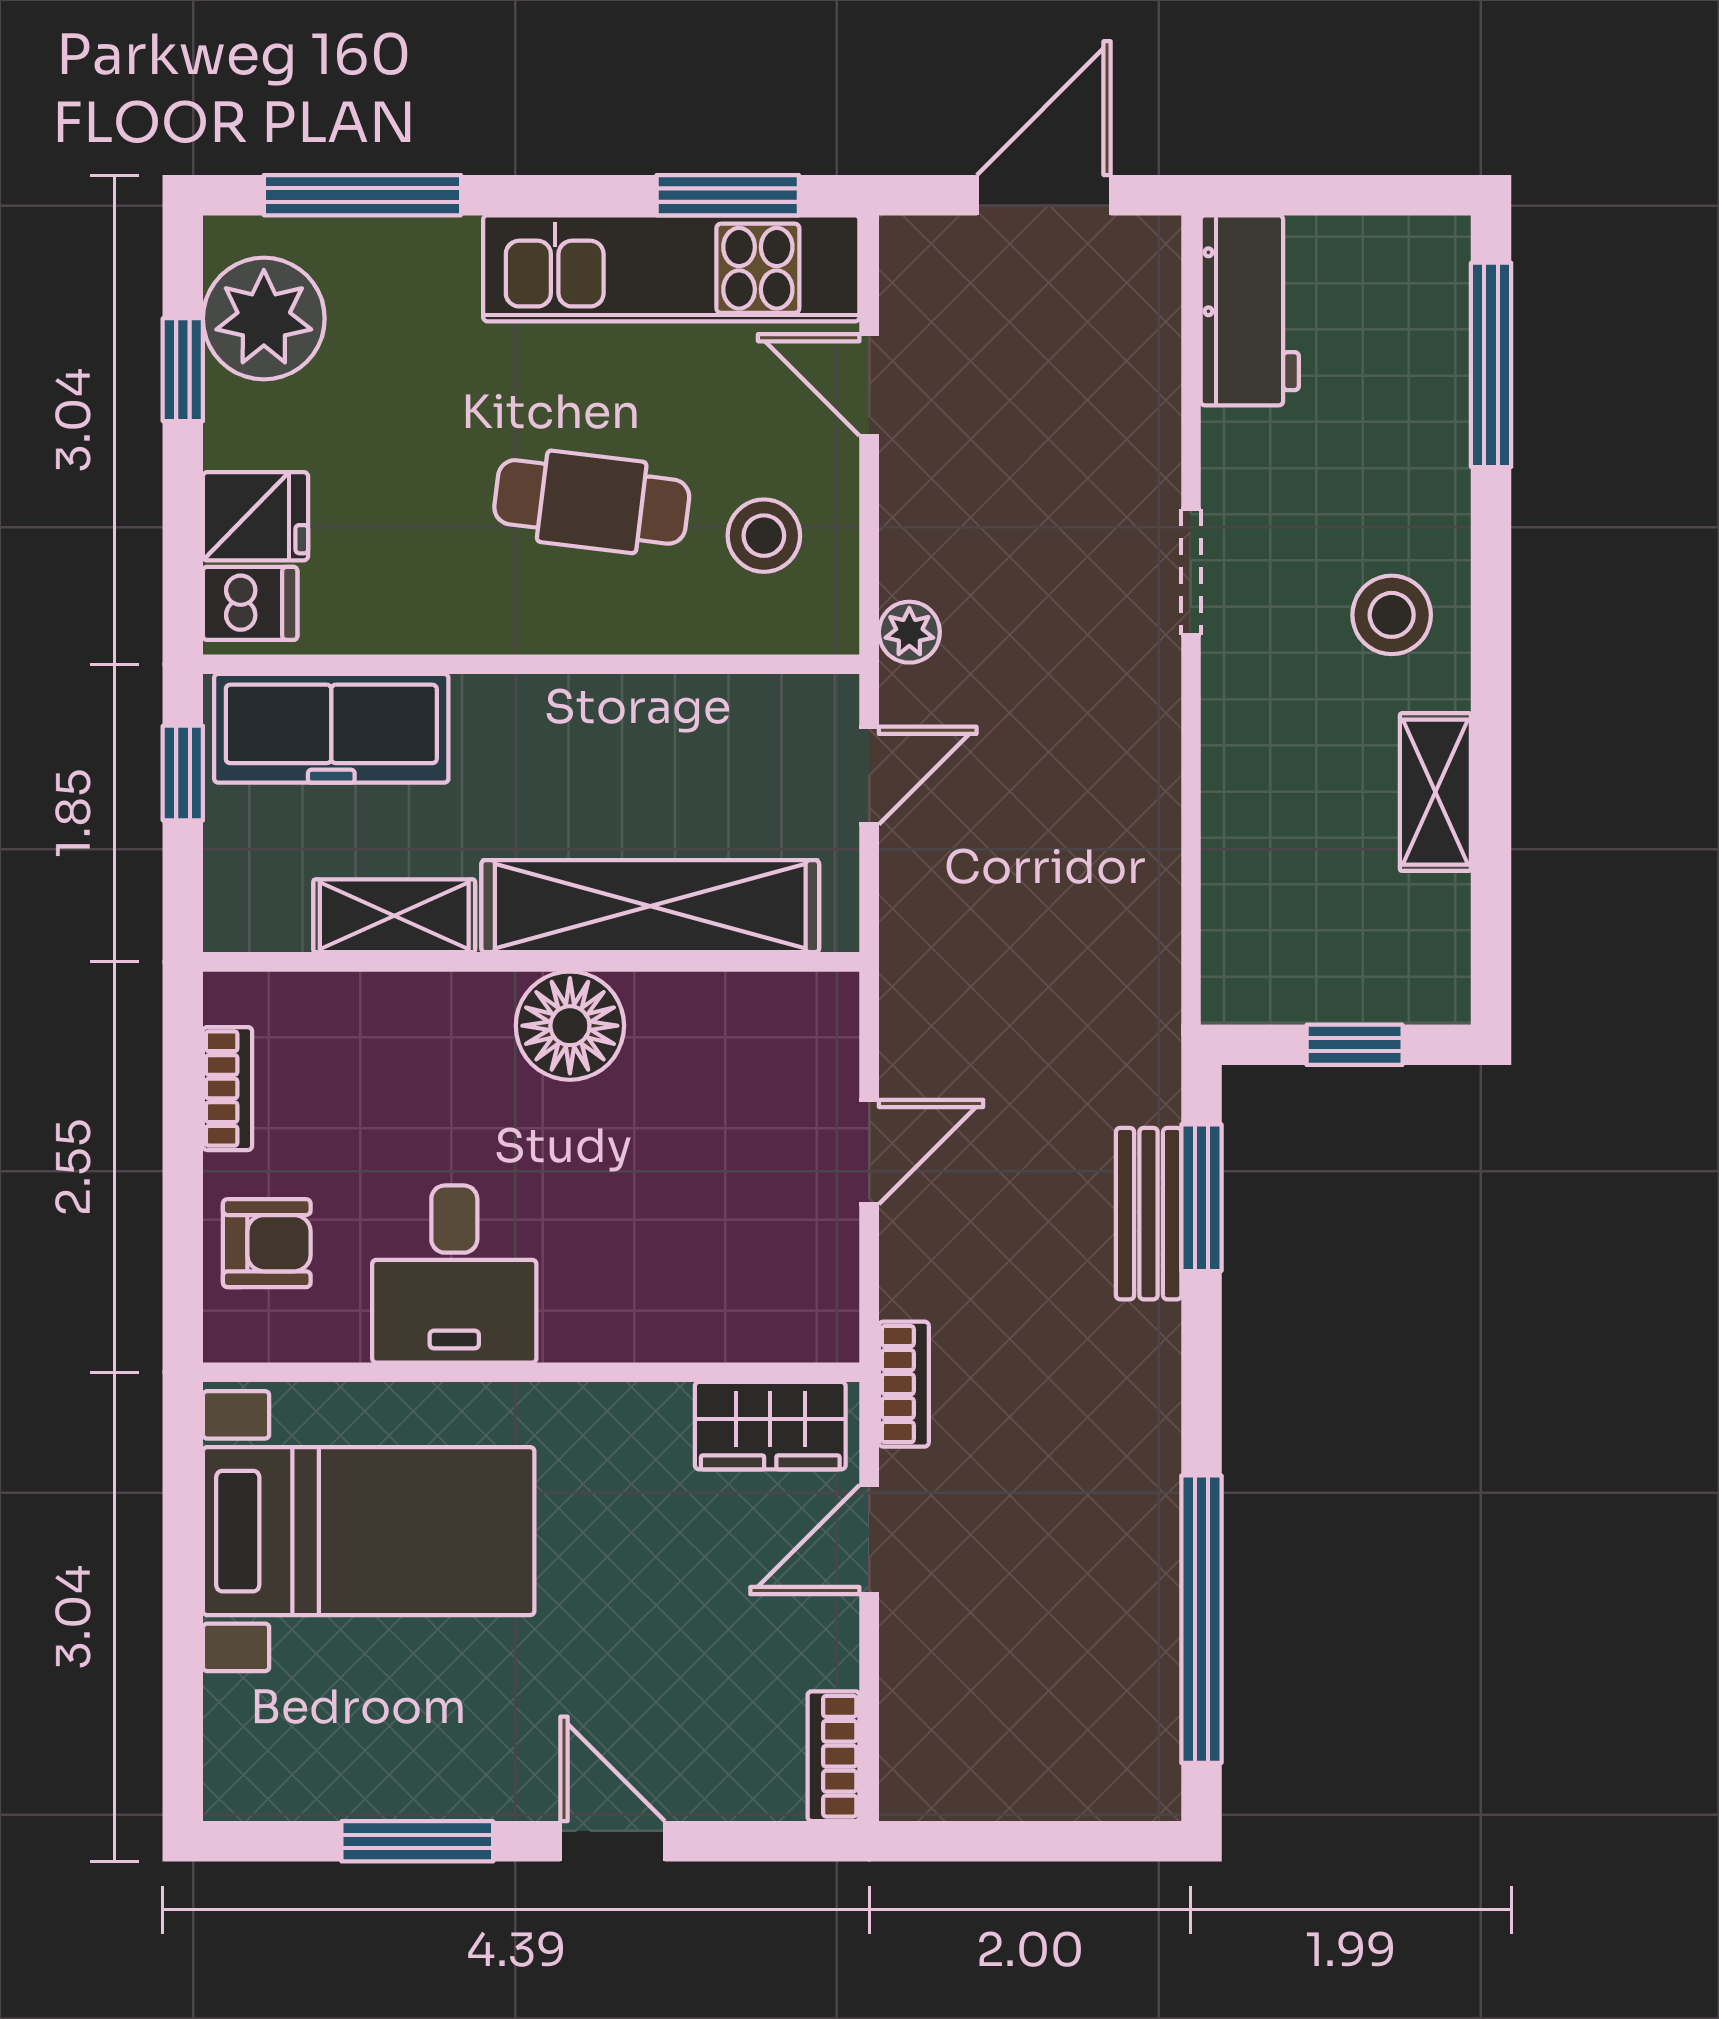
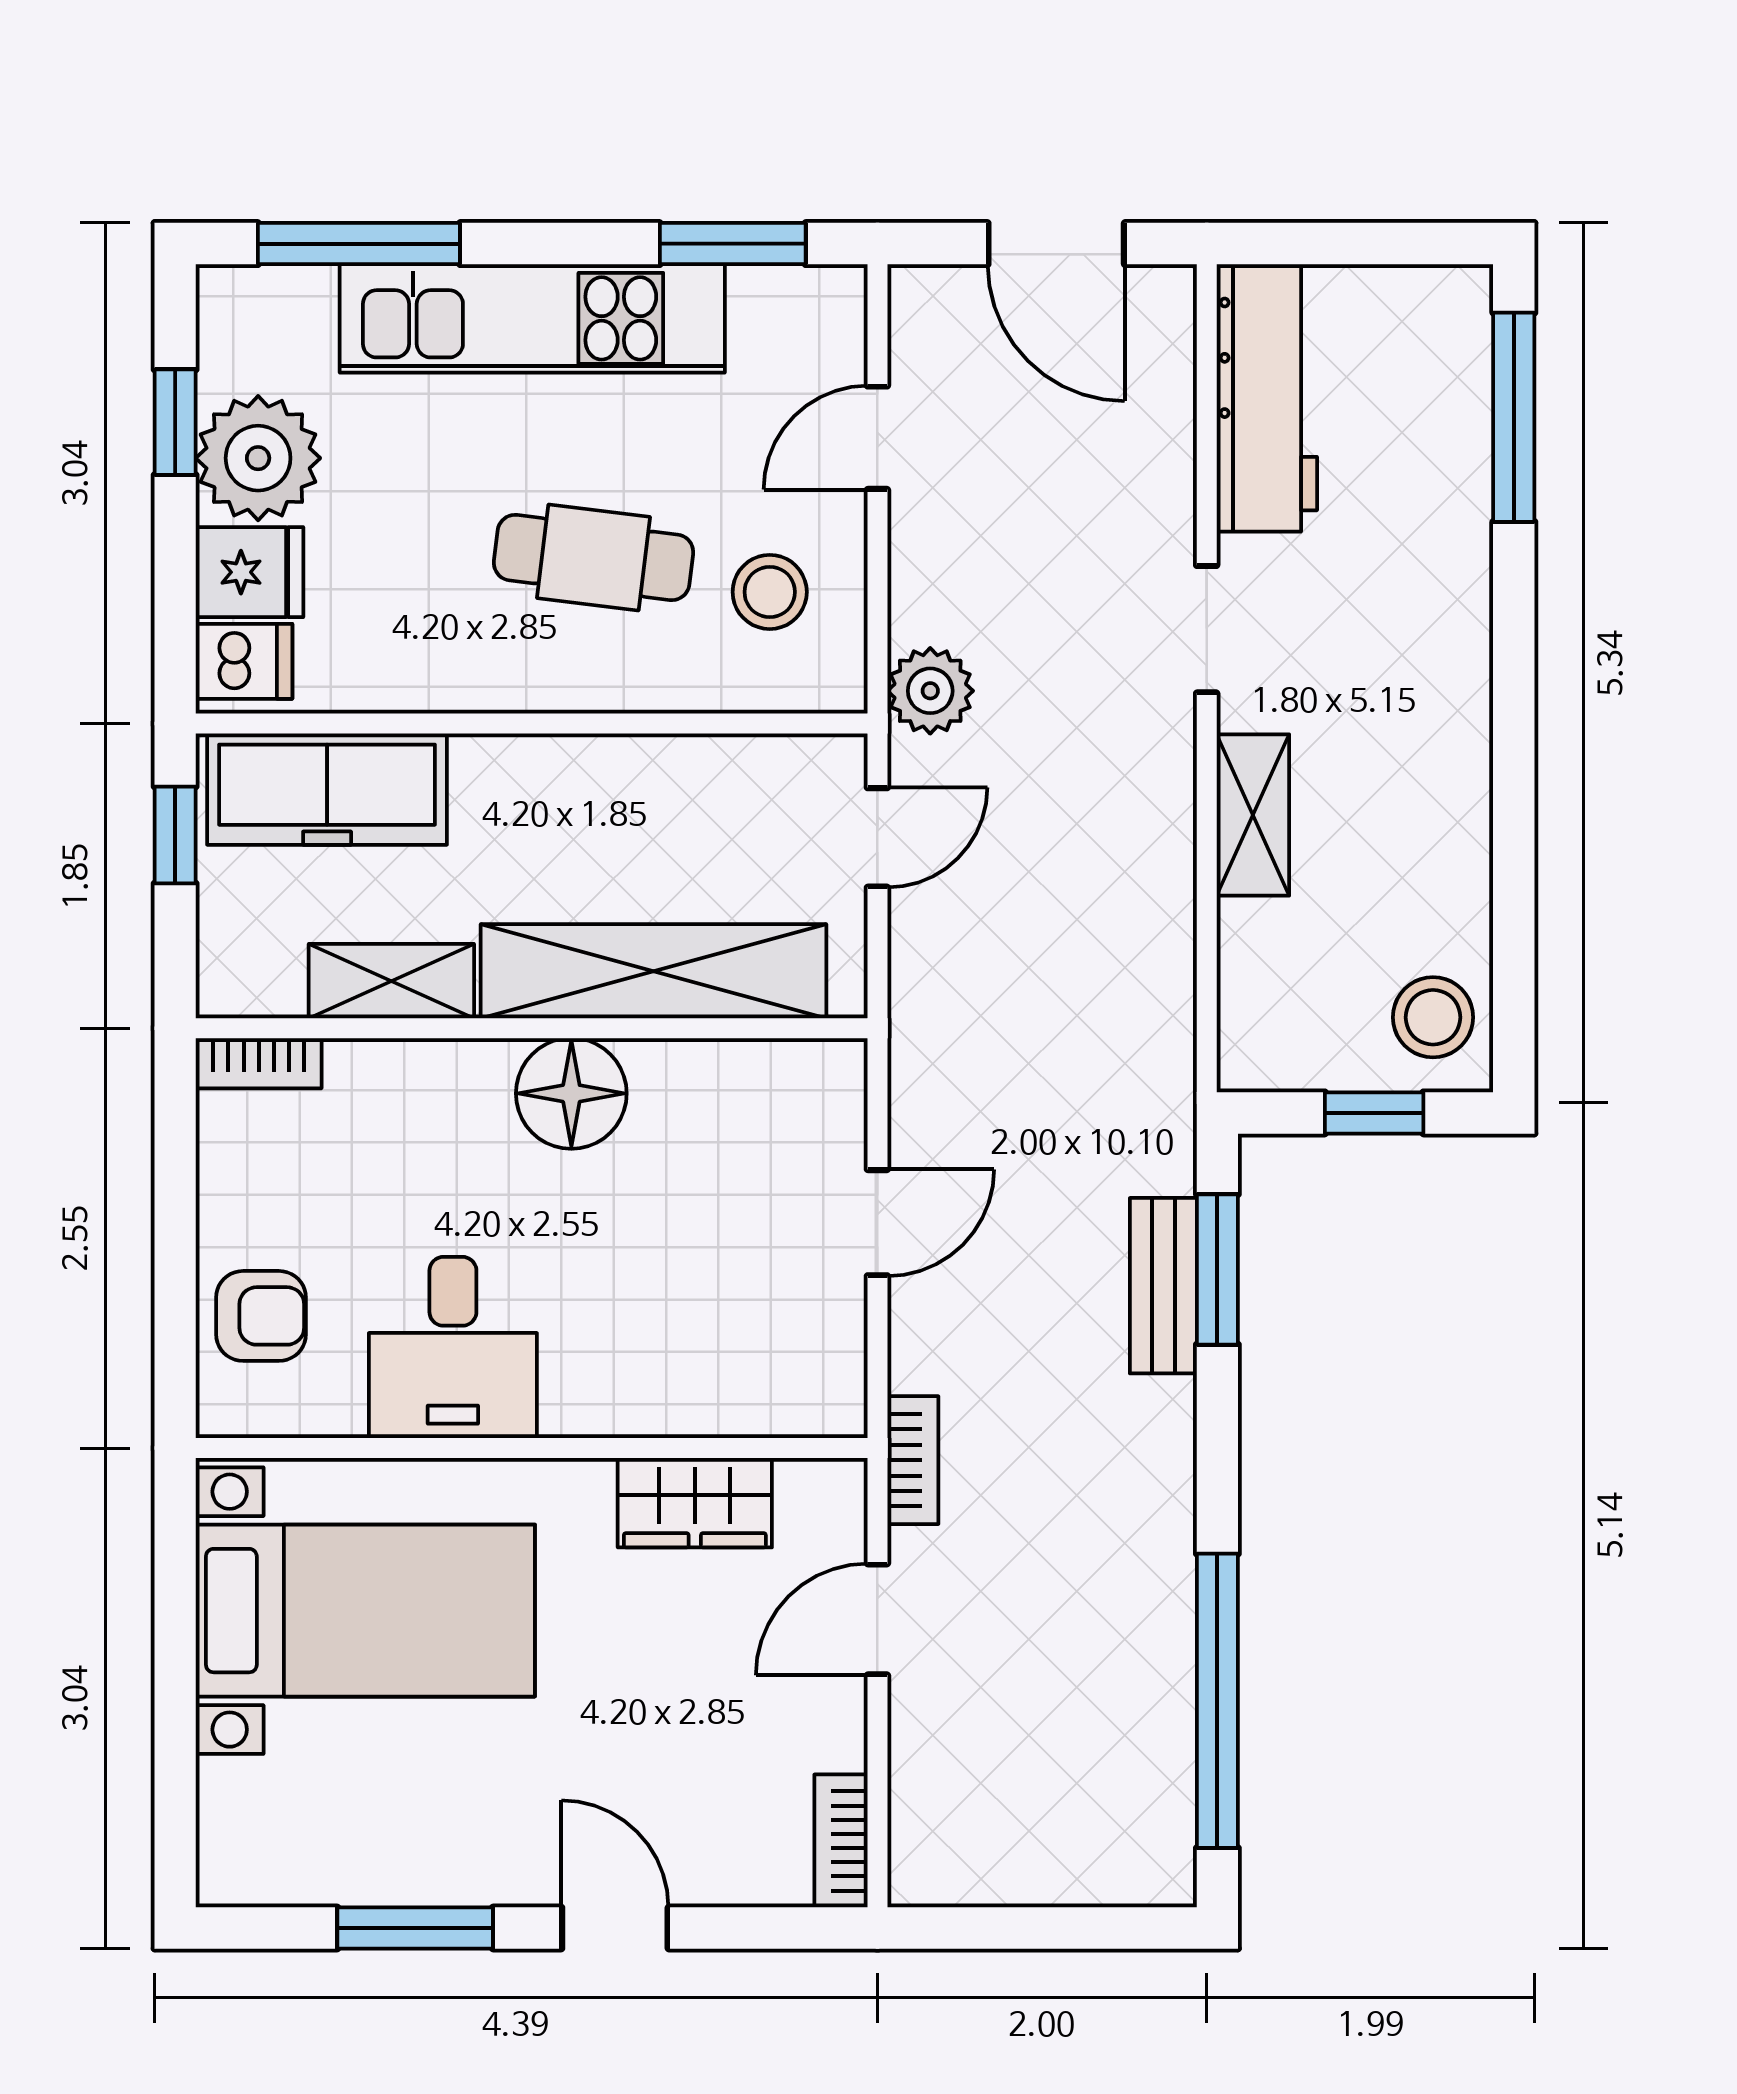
door: (1044, 195) -> (1056, 244), swing flipped
kitchen unit: (671, 268) -> (532, 318), moved
workbench: (1250, 310) -> (1267, 398), width x1.37
plant: (264, 319) -> (258, 458), moved
door: (869, 385) -> (877, 438), hinge flipped
stool: (1392, 615) -> (1433, 1017), moved
plant: (909, 632) -> (930, 691), width x1.38, depth x1.38
shelving: (1435, 792) -> (1253, 815), moved
bookcase: (228, 1089) -> (259, 1063), moved, turned 90
wardrobe: (770, 1426) -> (695, 1503), moved

